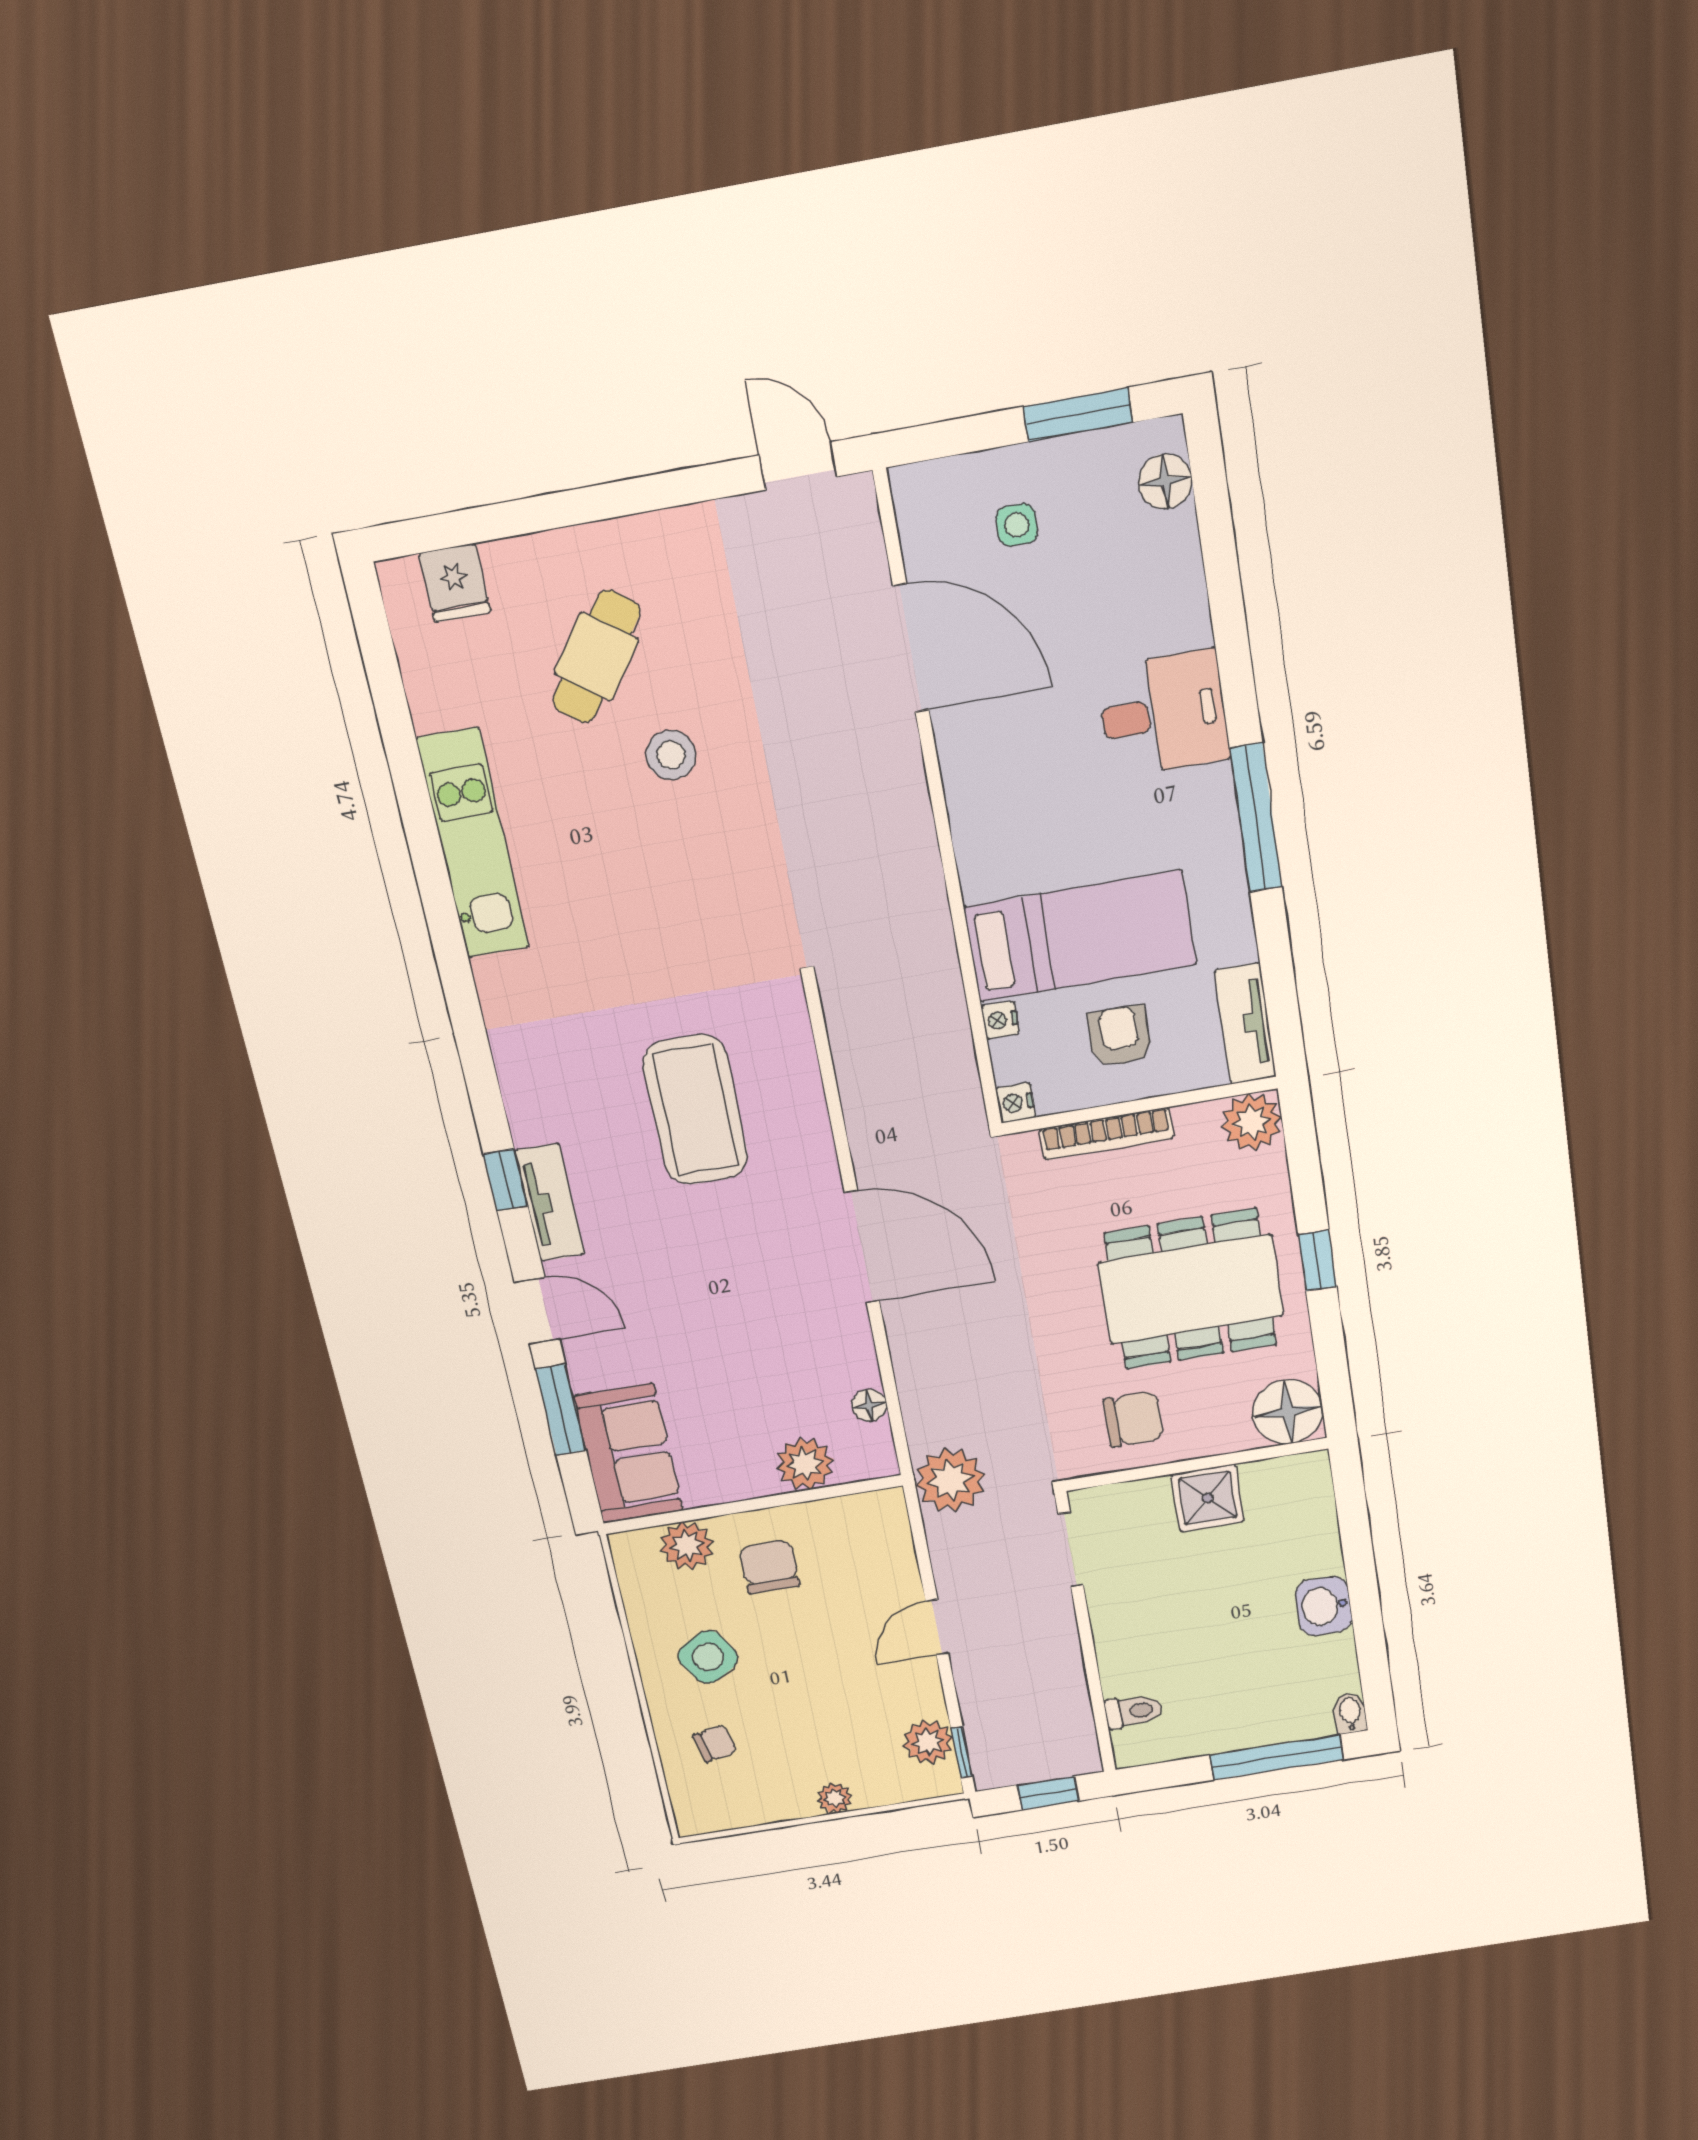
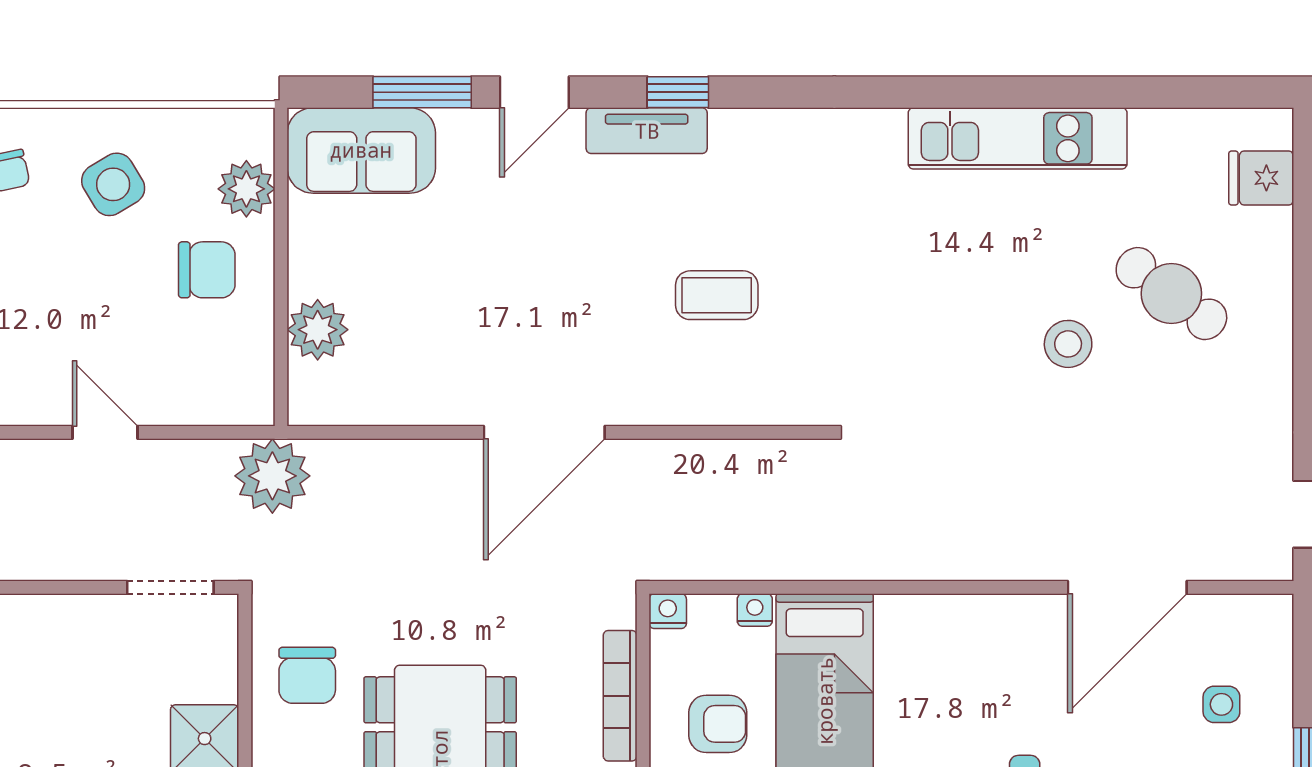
coffee table: (695, 1110) -> (717, 295), width x0.54, depth x0.58
floor lamp: (869, 1405) -> (371, 408), removed

